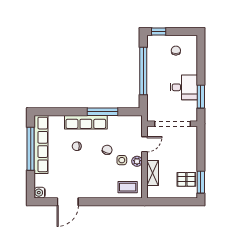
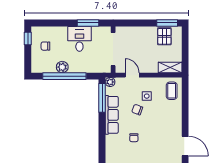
window: (159, 31) -> (28, 38), moved
plant: (153, 69) -> (62, 67), added
window: (103, 112) -> (102, 98), moved
row of seats: (86, 122) -> (112, 115), moved
plant: (137, 161) -> (110, 82), moved
shelving: (153, 173) -> (170, 68), moved

